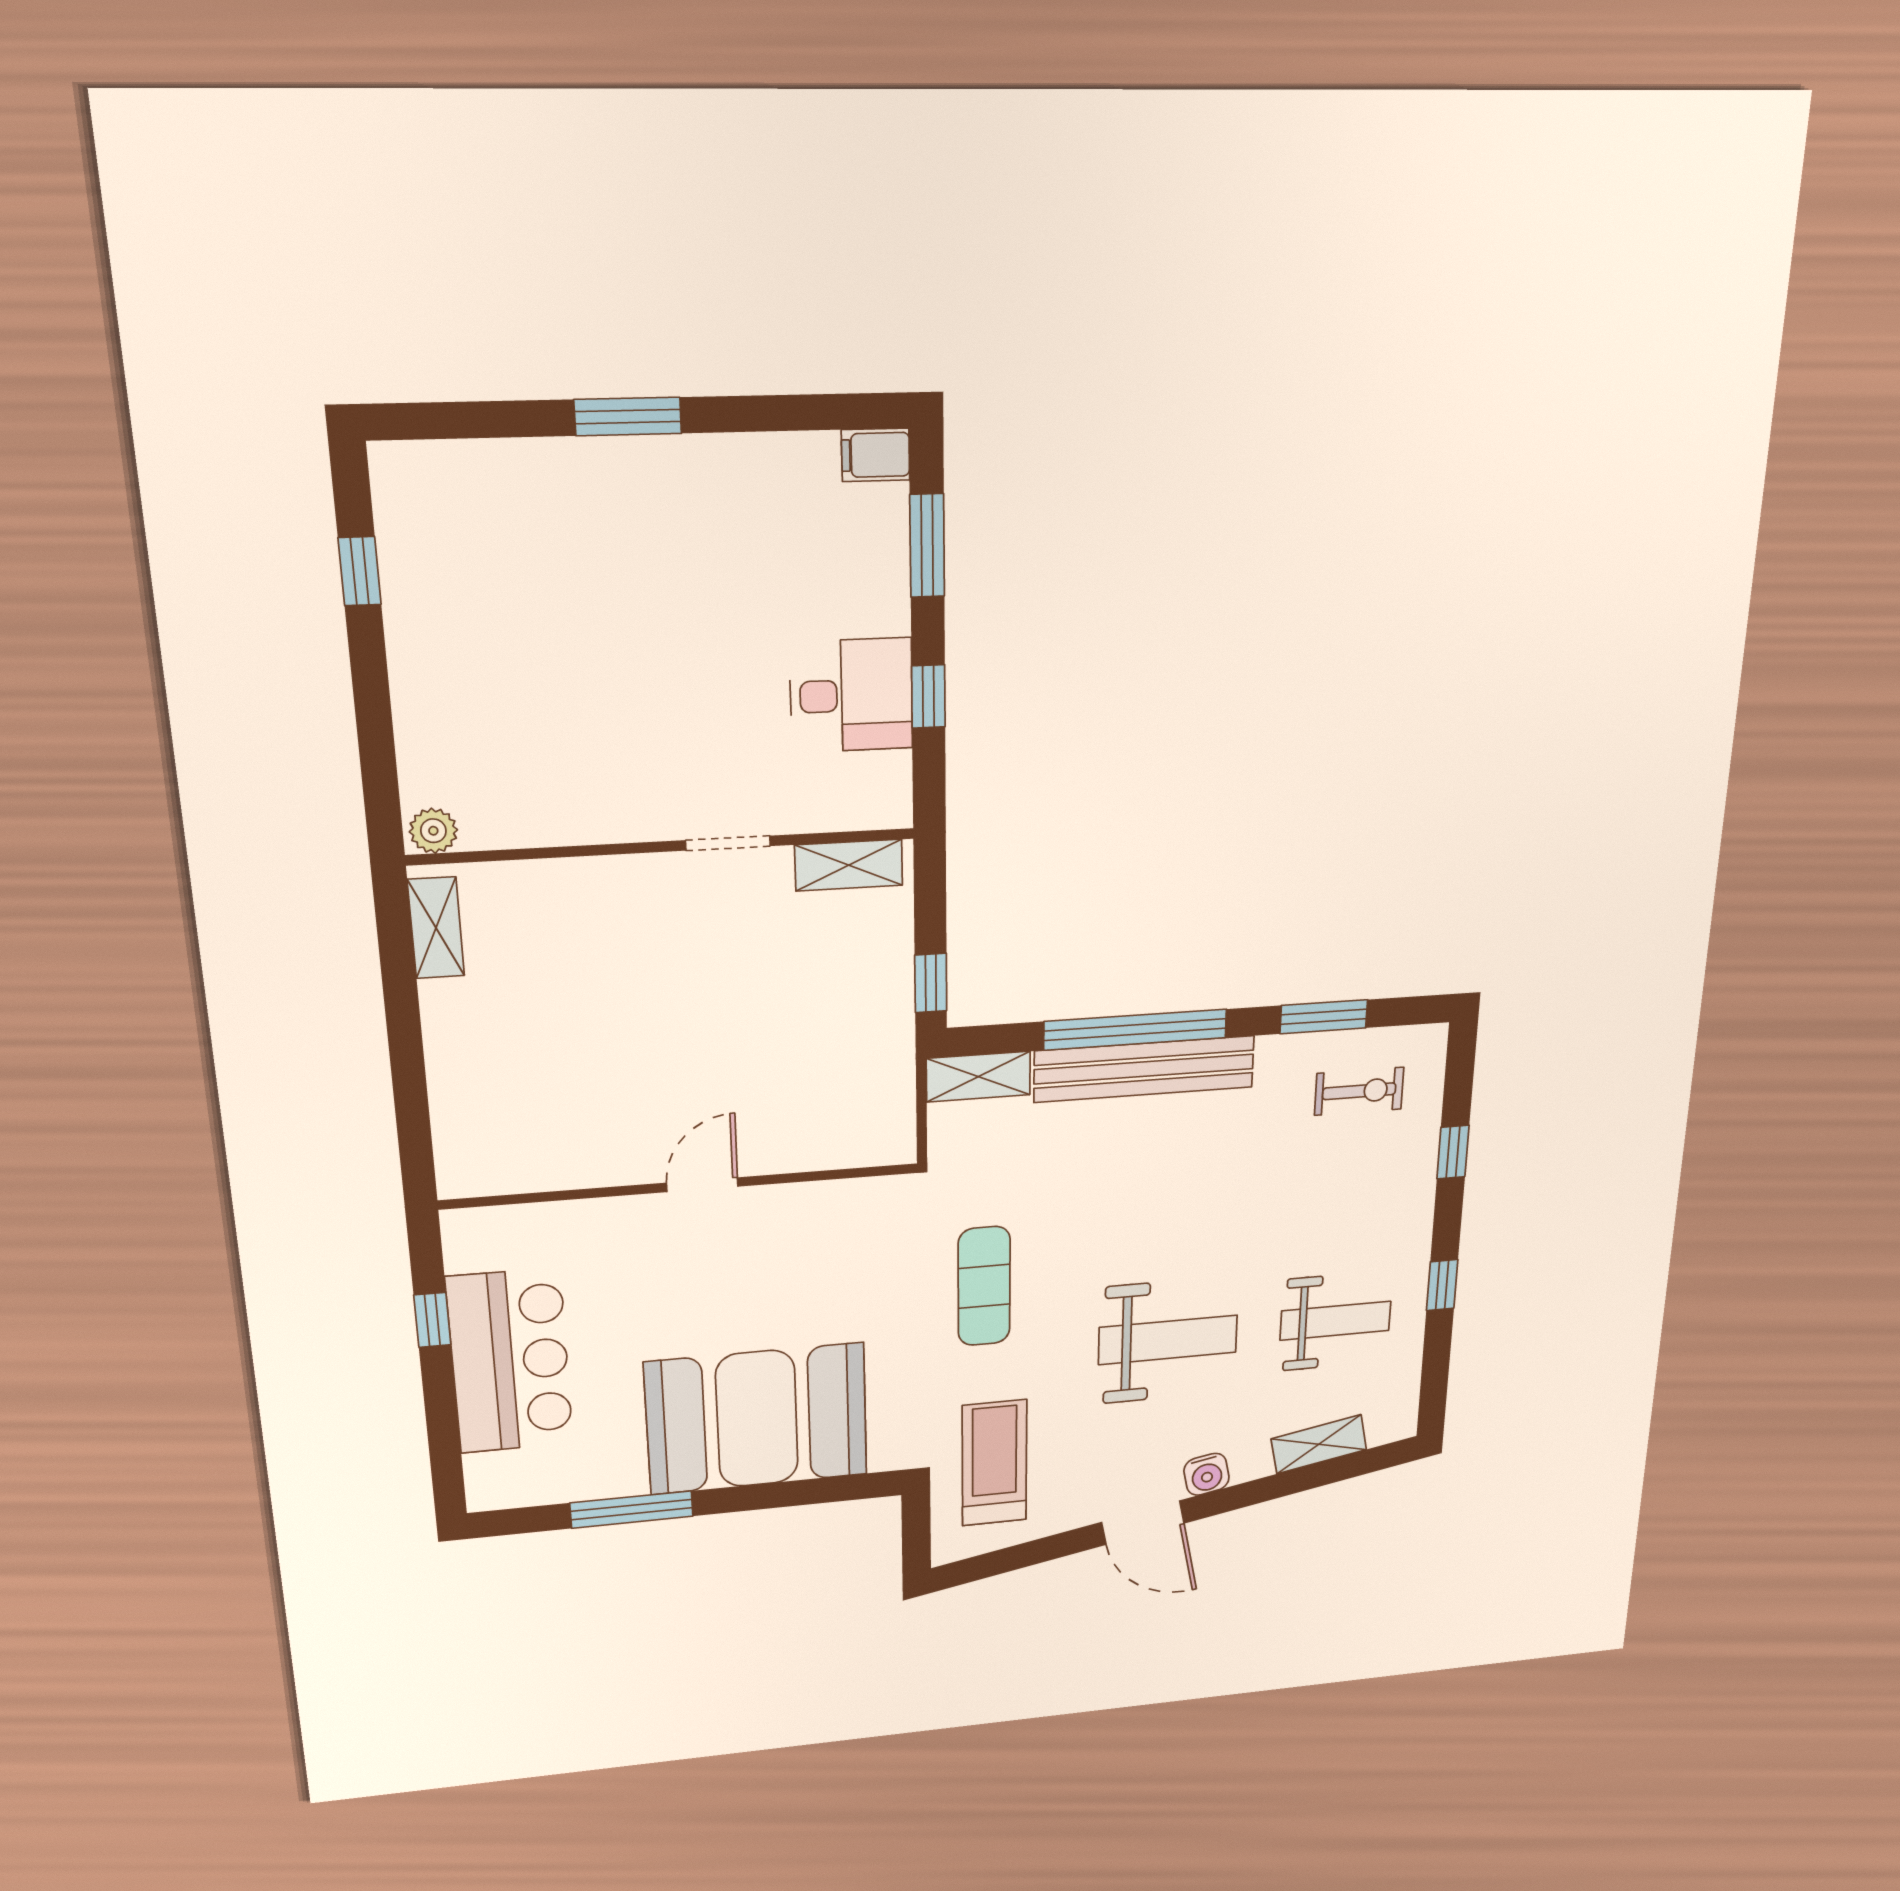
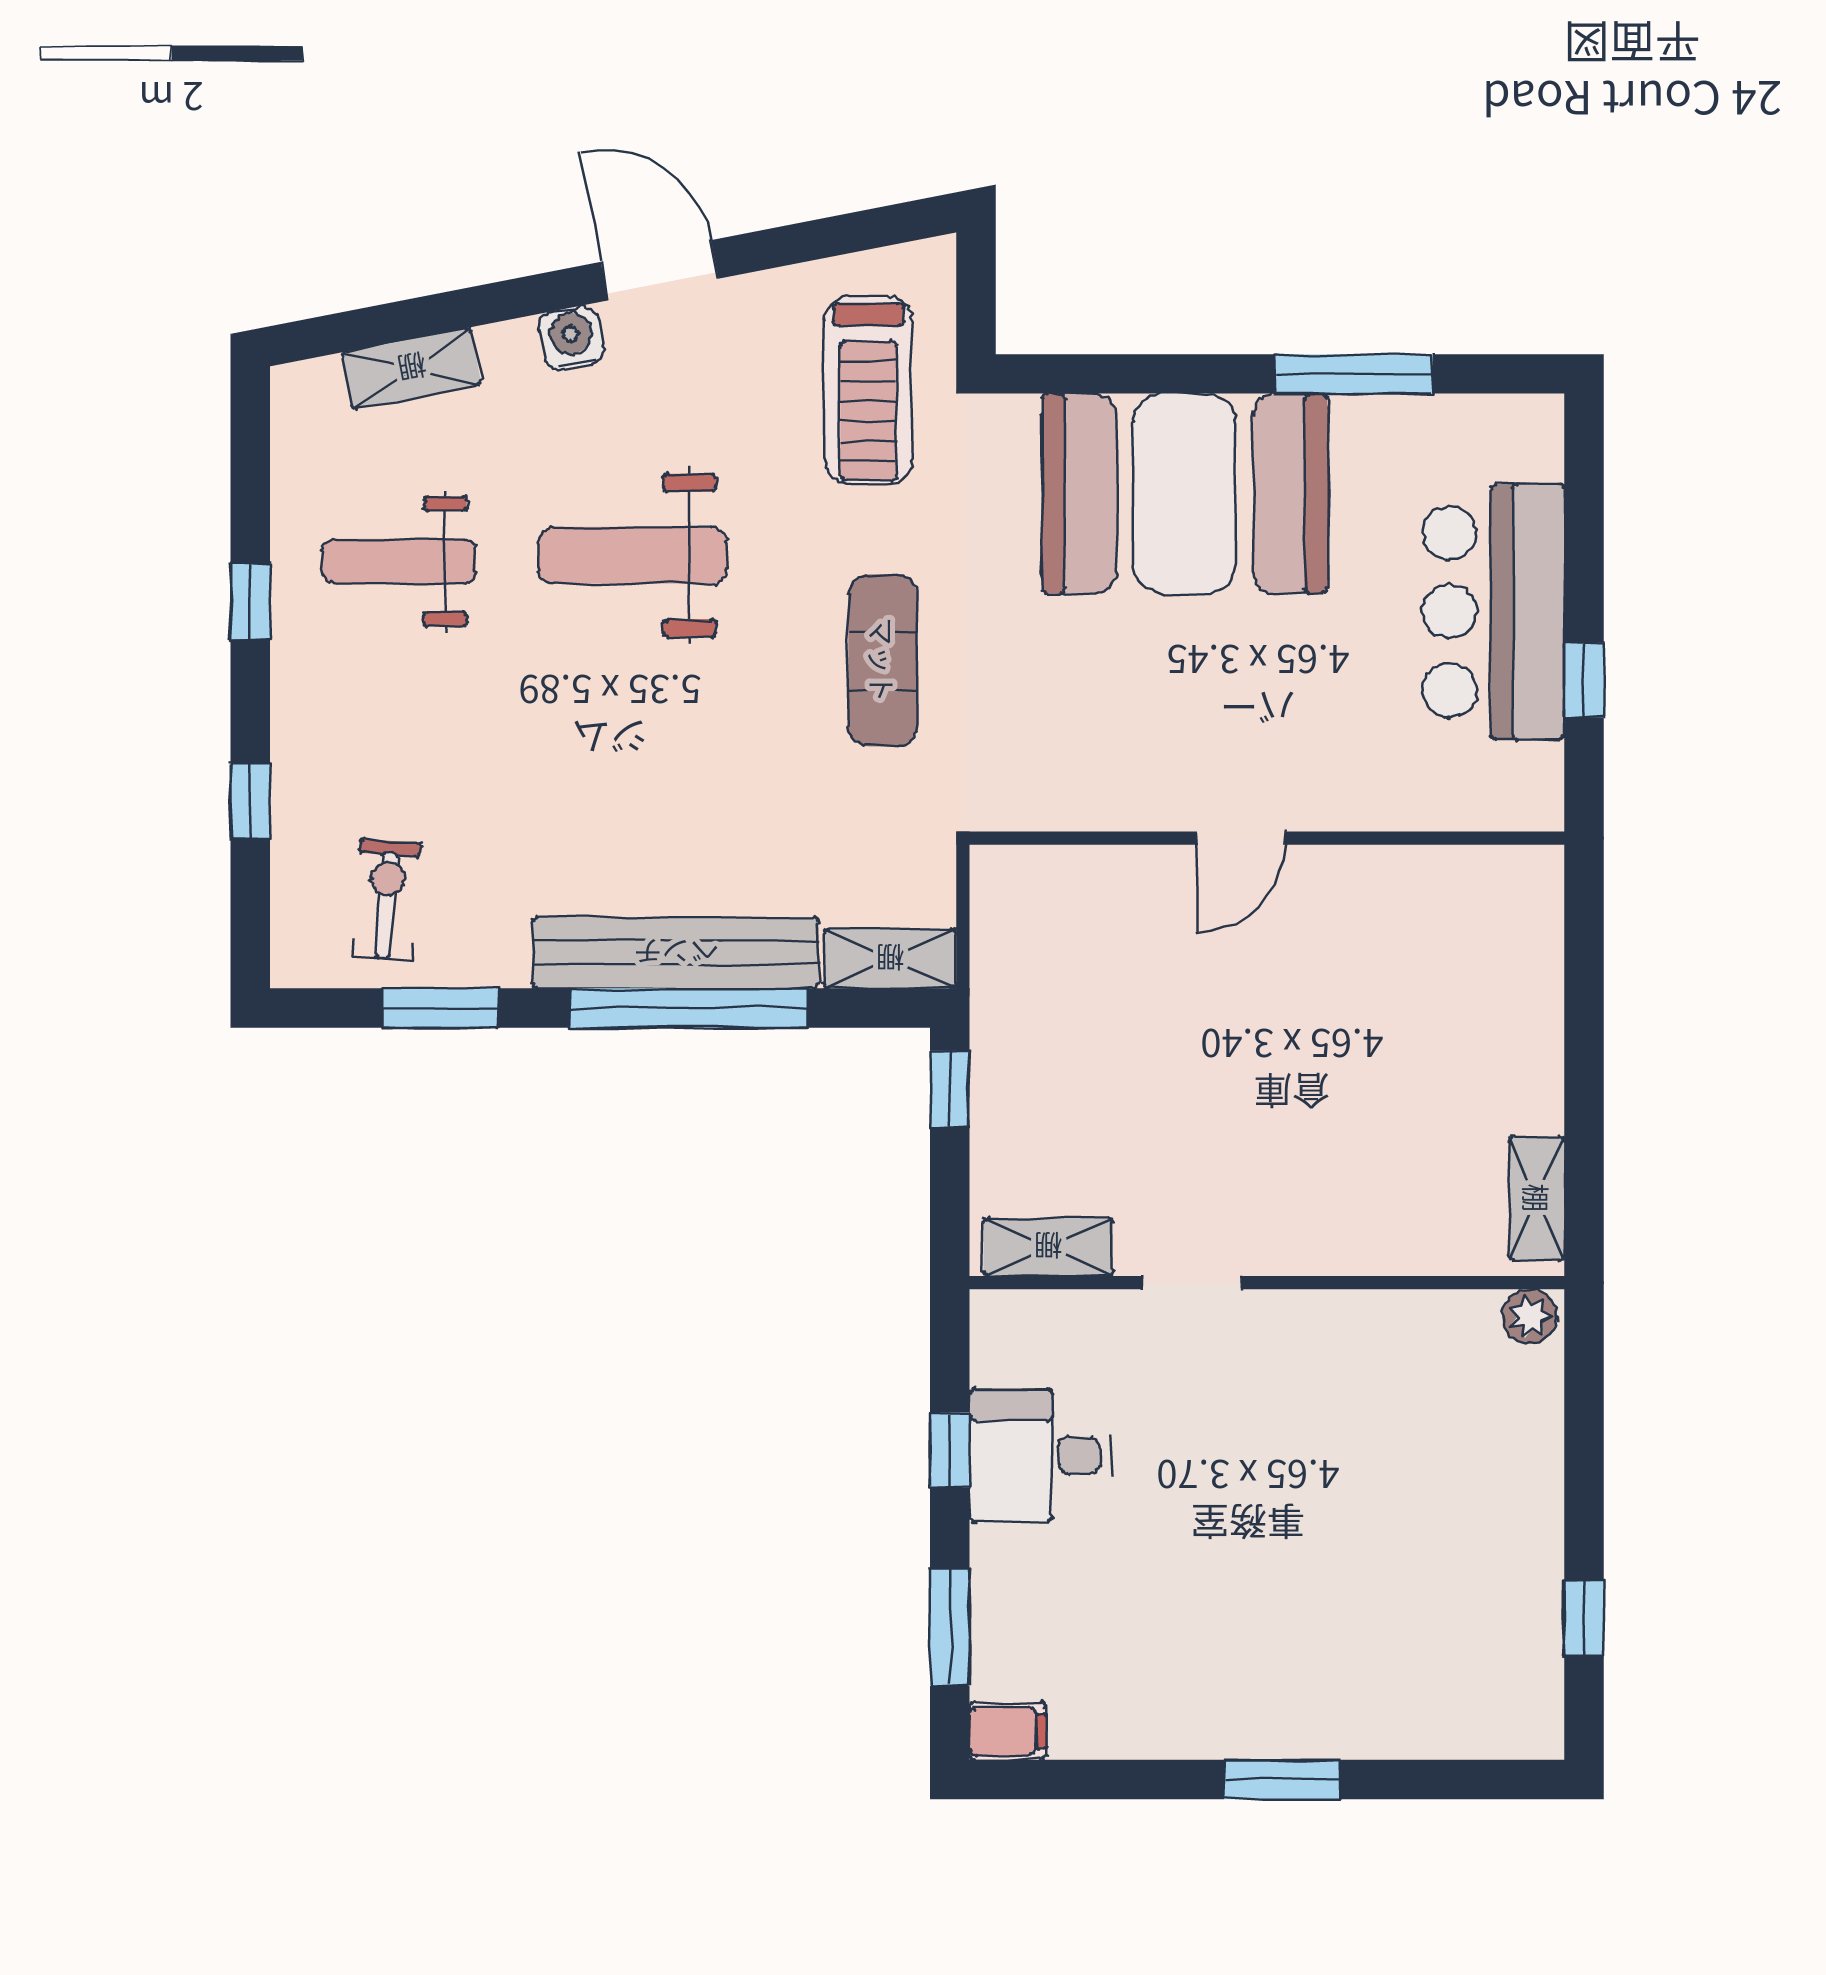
exercise bike: (1359, 1091) -> (386, 900), turned 94

